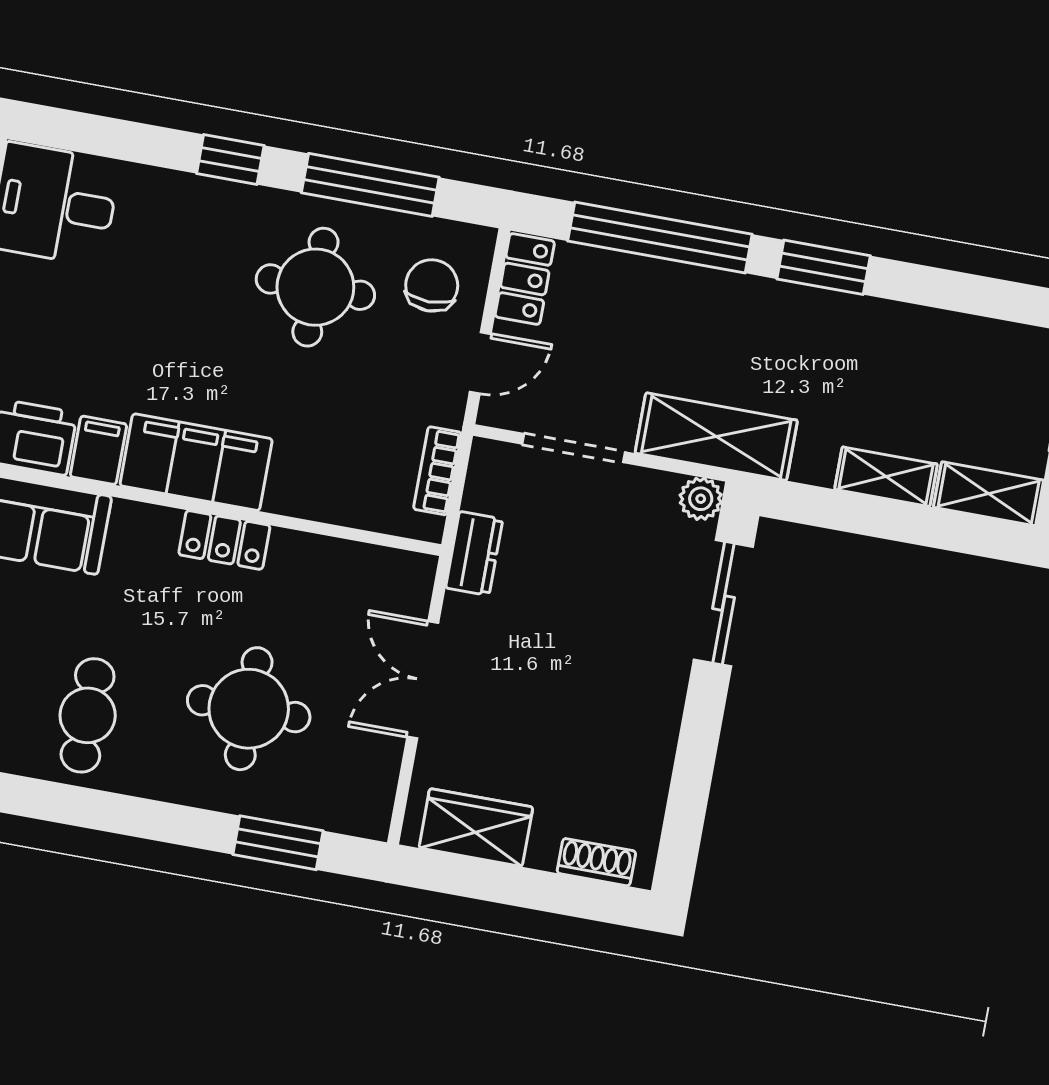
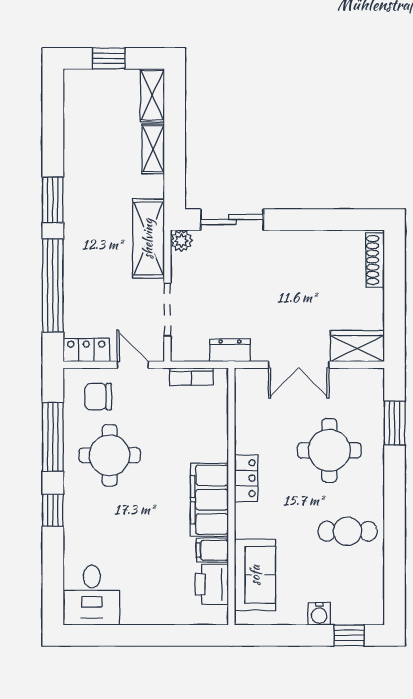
wardrobe: (476, 828) -> (357, 346), moved, turned 90
shoe rack: (596, 862) -> (375, 260), width x1.43

